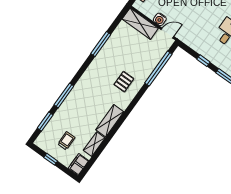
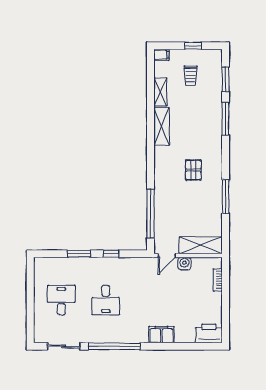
pallet: (124, 82) -> (193, 170), moved
filing cabinet: (78, 164) -> (161, 55), width x0.50

